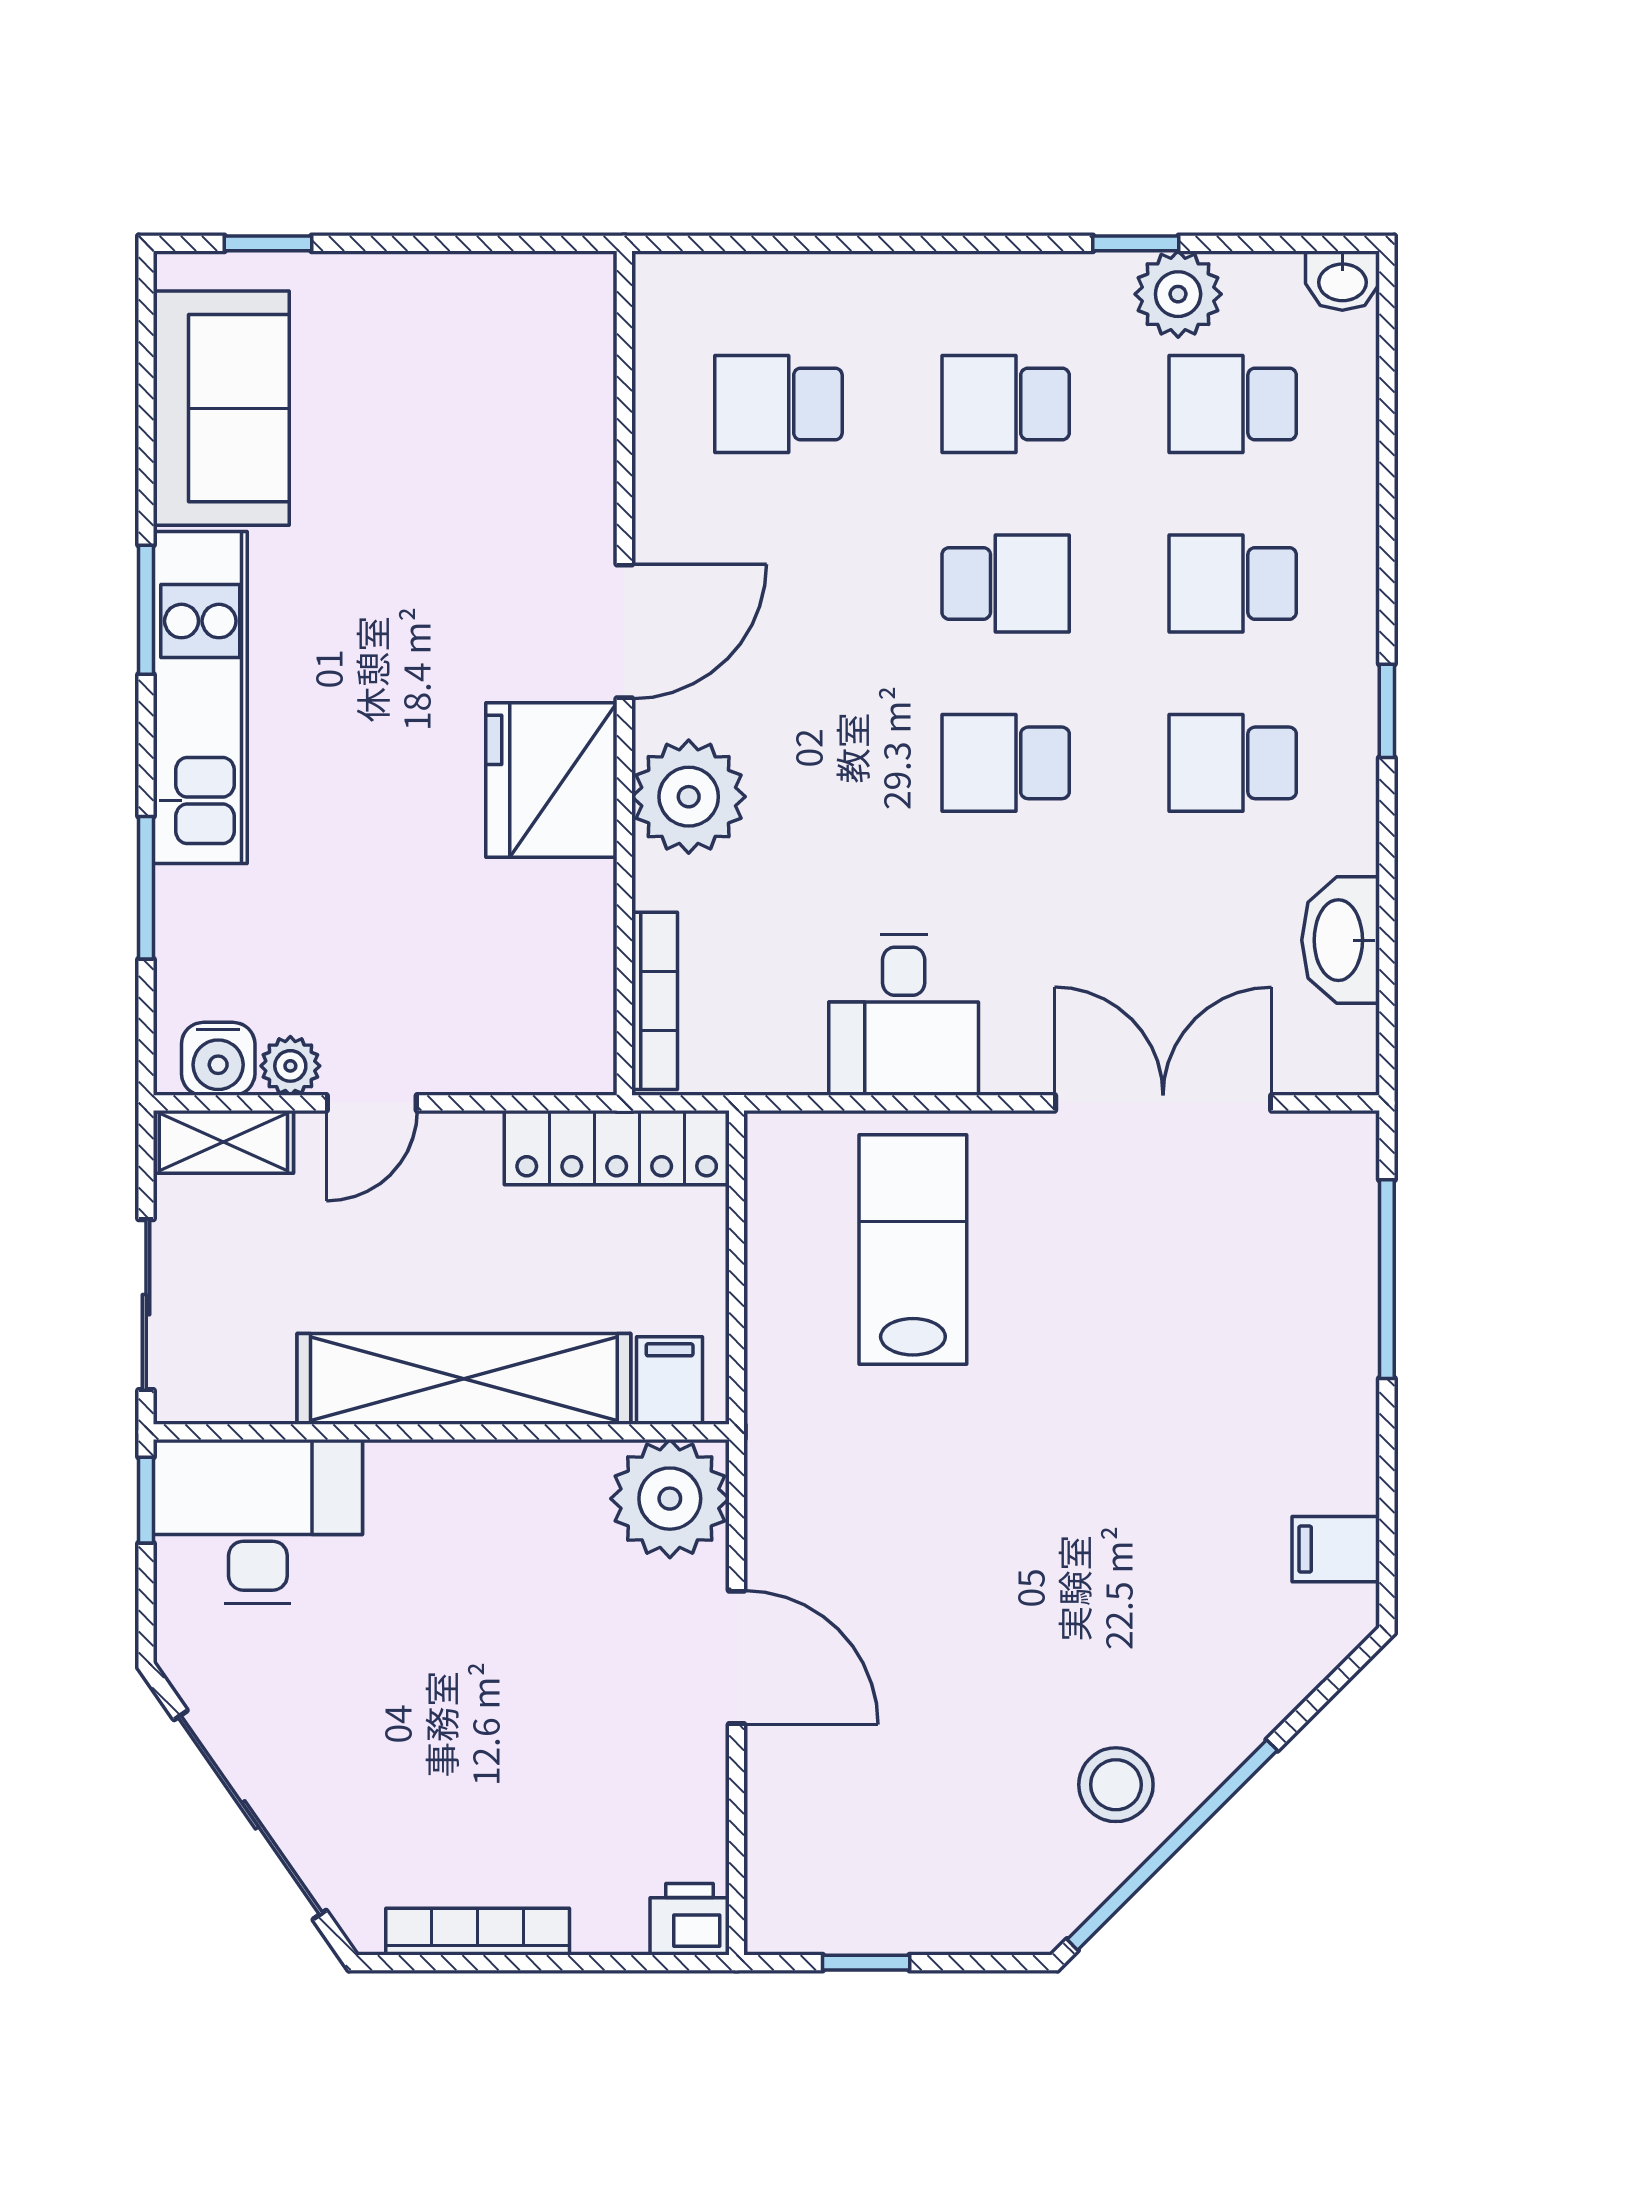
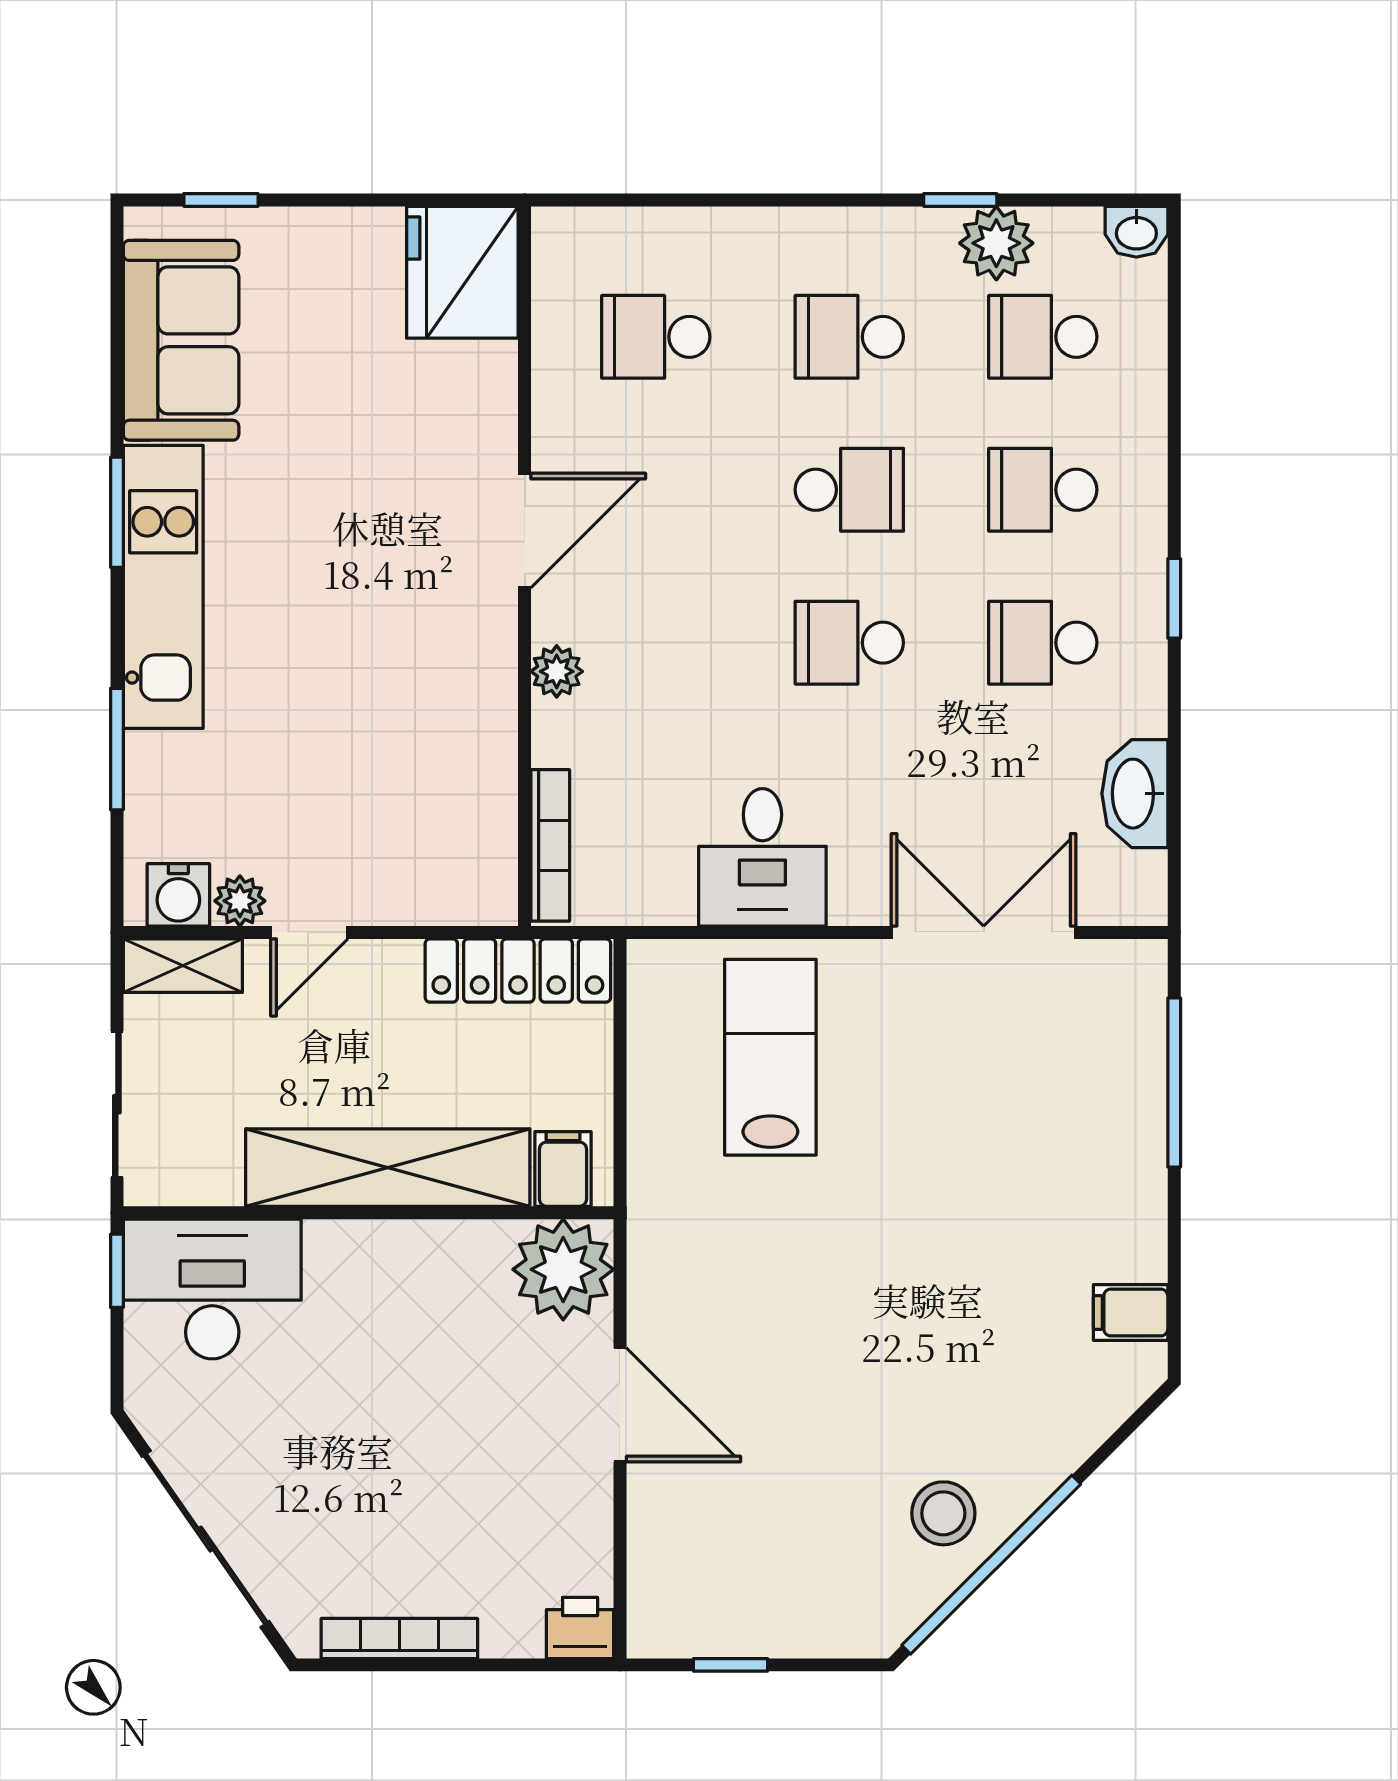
fridge: (551, 780) -> (462, 272), moved
plant: (689, 797) -> (557, 671), width x0.53, depth x0.53

